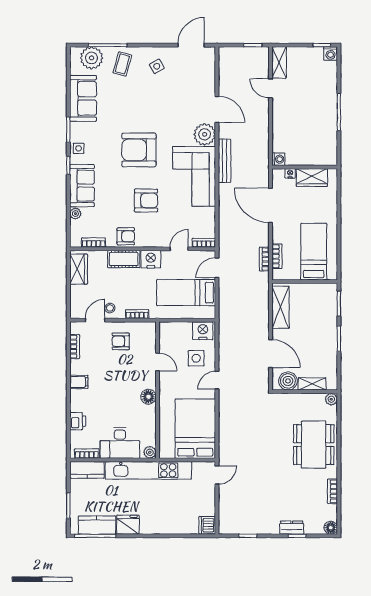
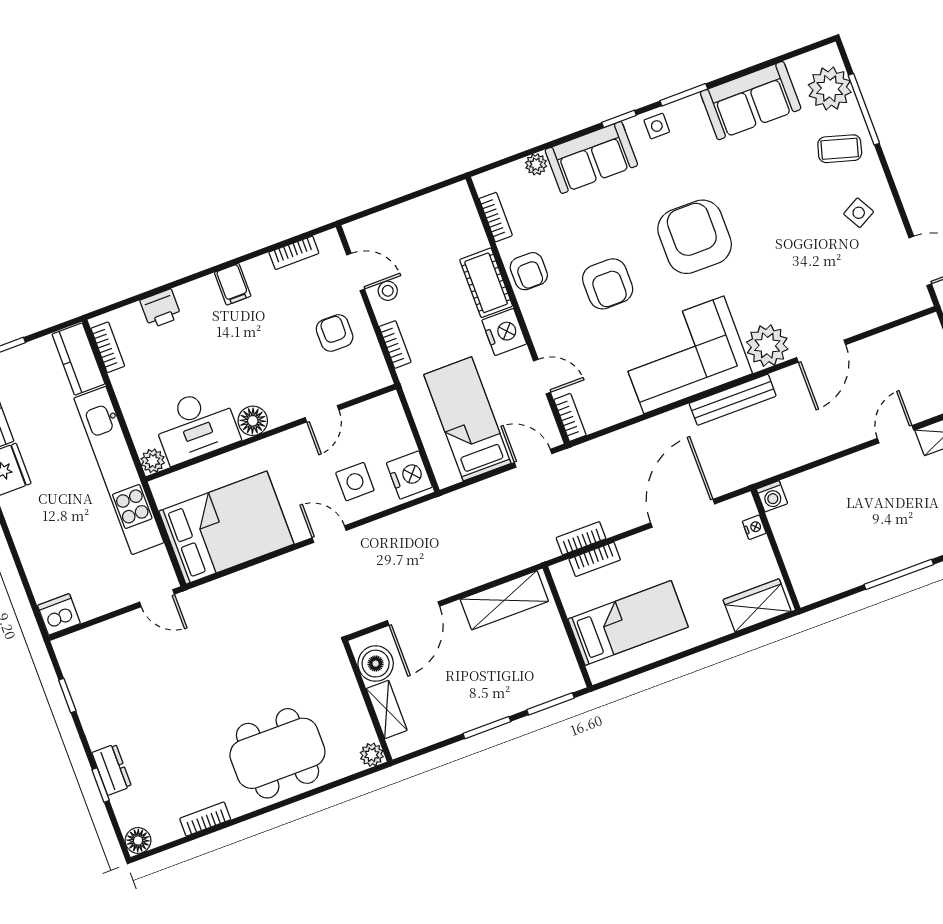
wardrobe: (312, 178) -> (757, 605), moved, turned 90
wardrobe: (79, 269) -> (437, 208), removed
desk: (120, 443) -> (196, 426), moved, turned -90

